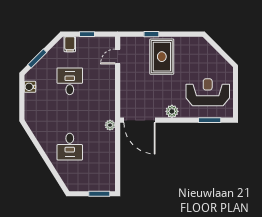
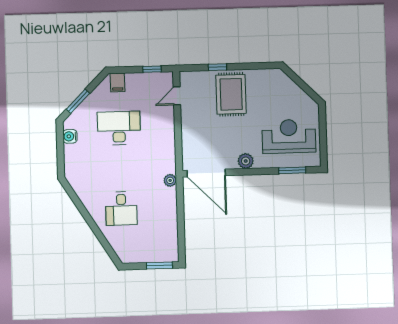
window: (87, 34) -> (152, 69), moved
desk: (70, 81) -> (119, 128), width x1.37

